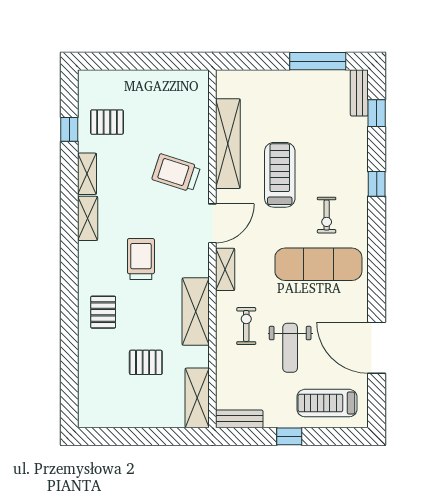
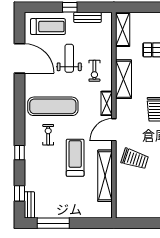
treadmill: (280, 175) -> (75, 158), turned 180
bench: (239, 419) -> (87, 17), moved

